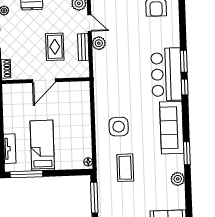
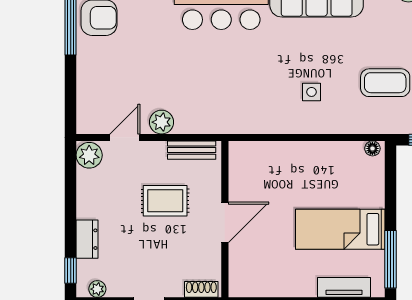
bench: (83, 47) -> (192, 150), moved
door: (44, 81) -> (225, 222), hinge flipped
side table: (119, 127) -> (311, 92), width x0.54, depth x0.54

